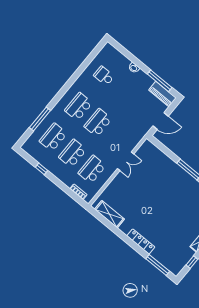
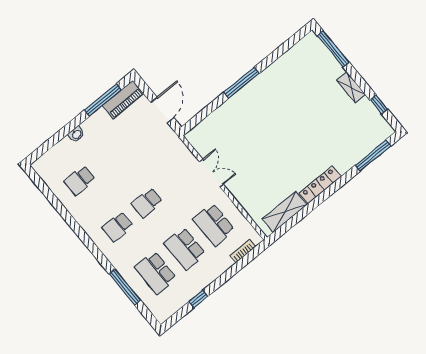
school desk: (79, 107) -> (118, 227), width x0.54
school desk: (98, 123) -> (147, 203), width x0.54
locker: (141, 242) -> (320, 185), moved

